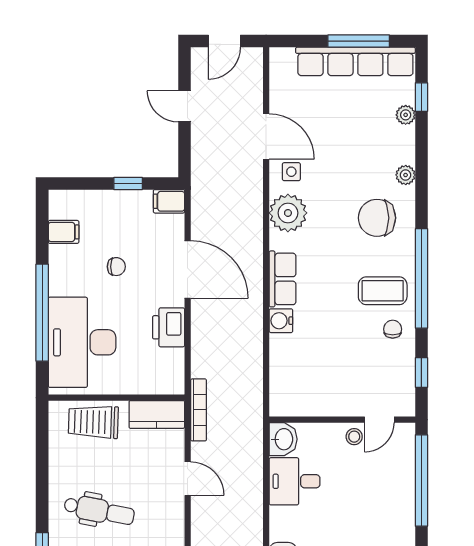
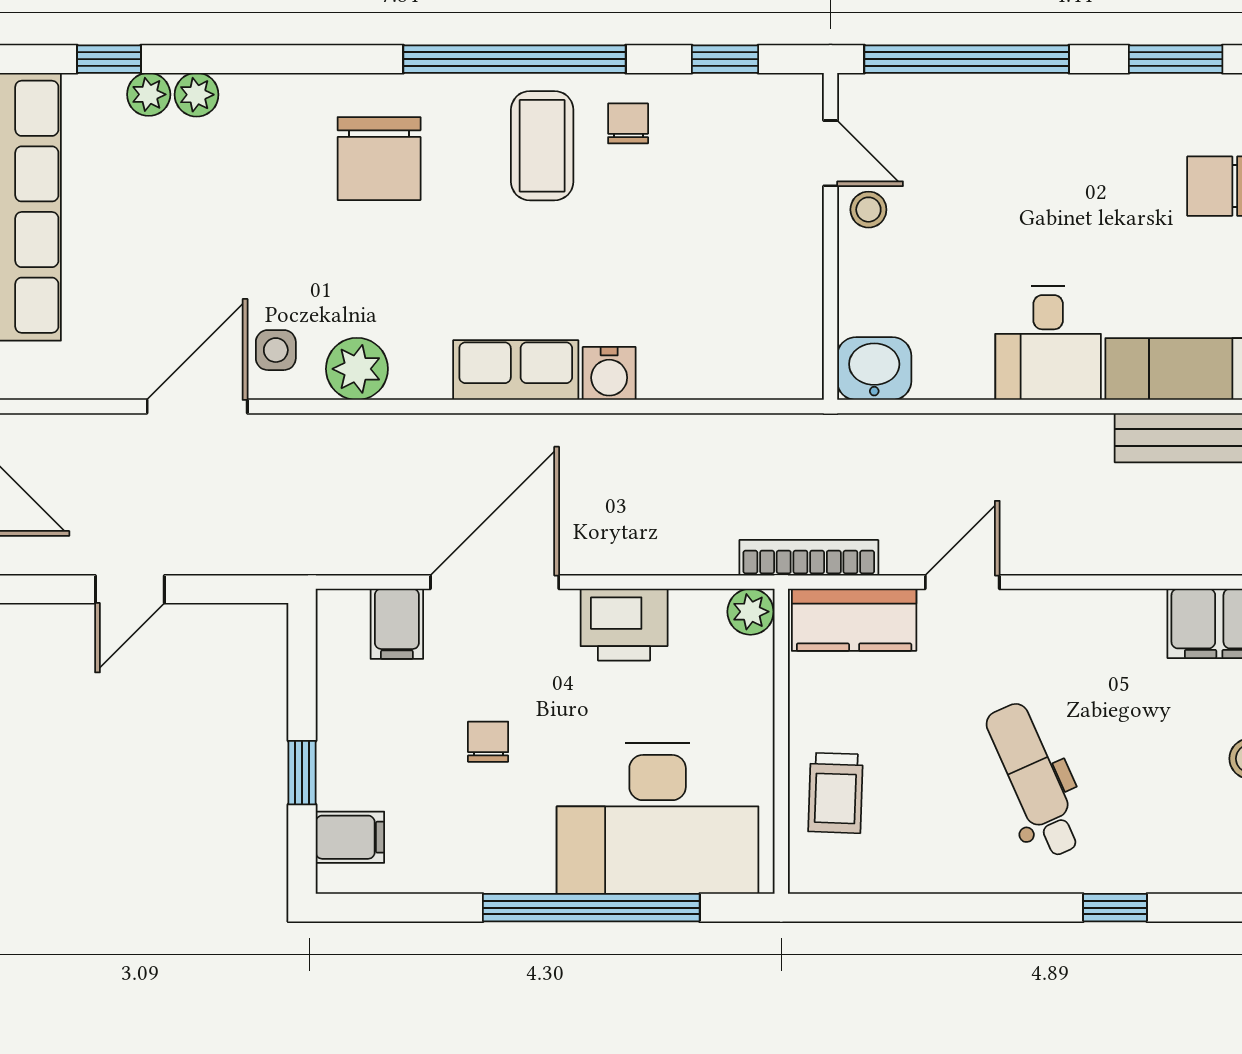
plant: (406, 175) -> (197, 95), moved
window: (128, 183) -> (302, 773), moved
filing cabinet: (169, 201) -> (397, 624), moved
plant: (288, 213) -> (357, 369), width x0.73, depth x0.73
filing cabinet: (64, 232) -> (350, 837), moved, turned 90
chair: (393, 329) -> (628, 123), turned 90
plant: (174, 384) -> (750, 612), added
kitchen counter: (157, 414) -> (854, 620), moved, turned 90
trolley: (93, 422) -> (836, 793), width x0.73, depth x0.72
desk: (295, 481) -> (1048, 343), moved
dental chair: (99, 511) -> (1034, 780), turned -35

